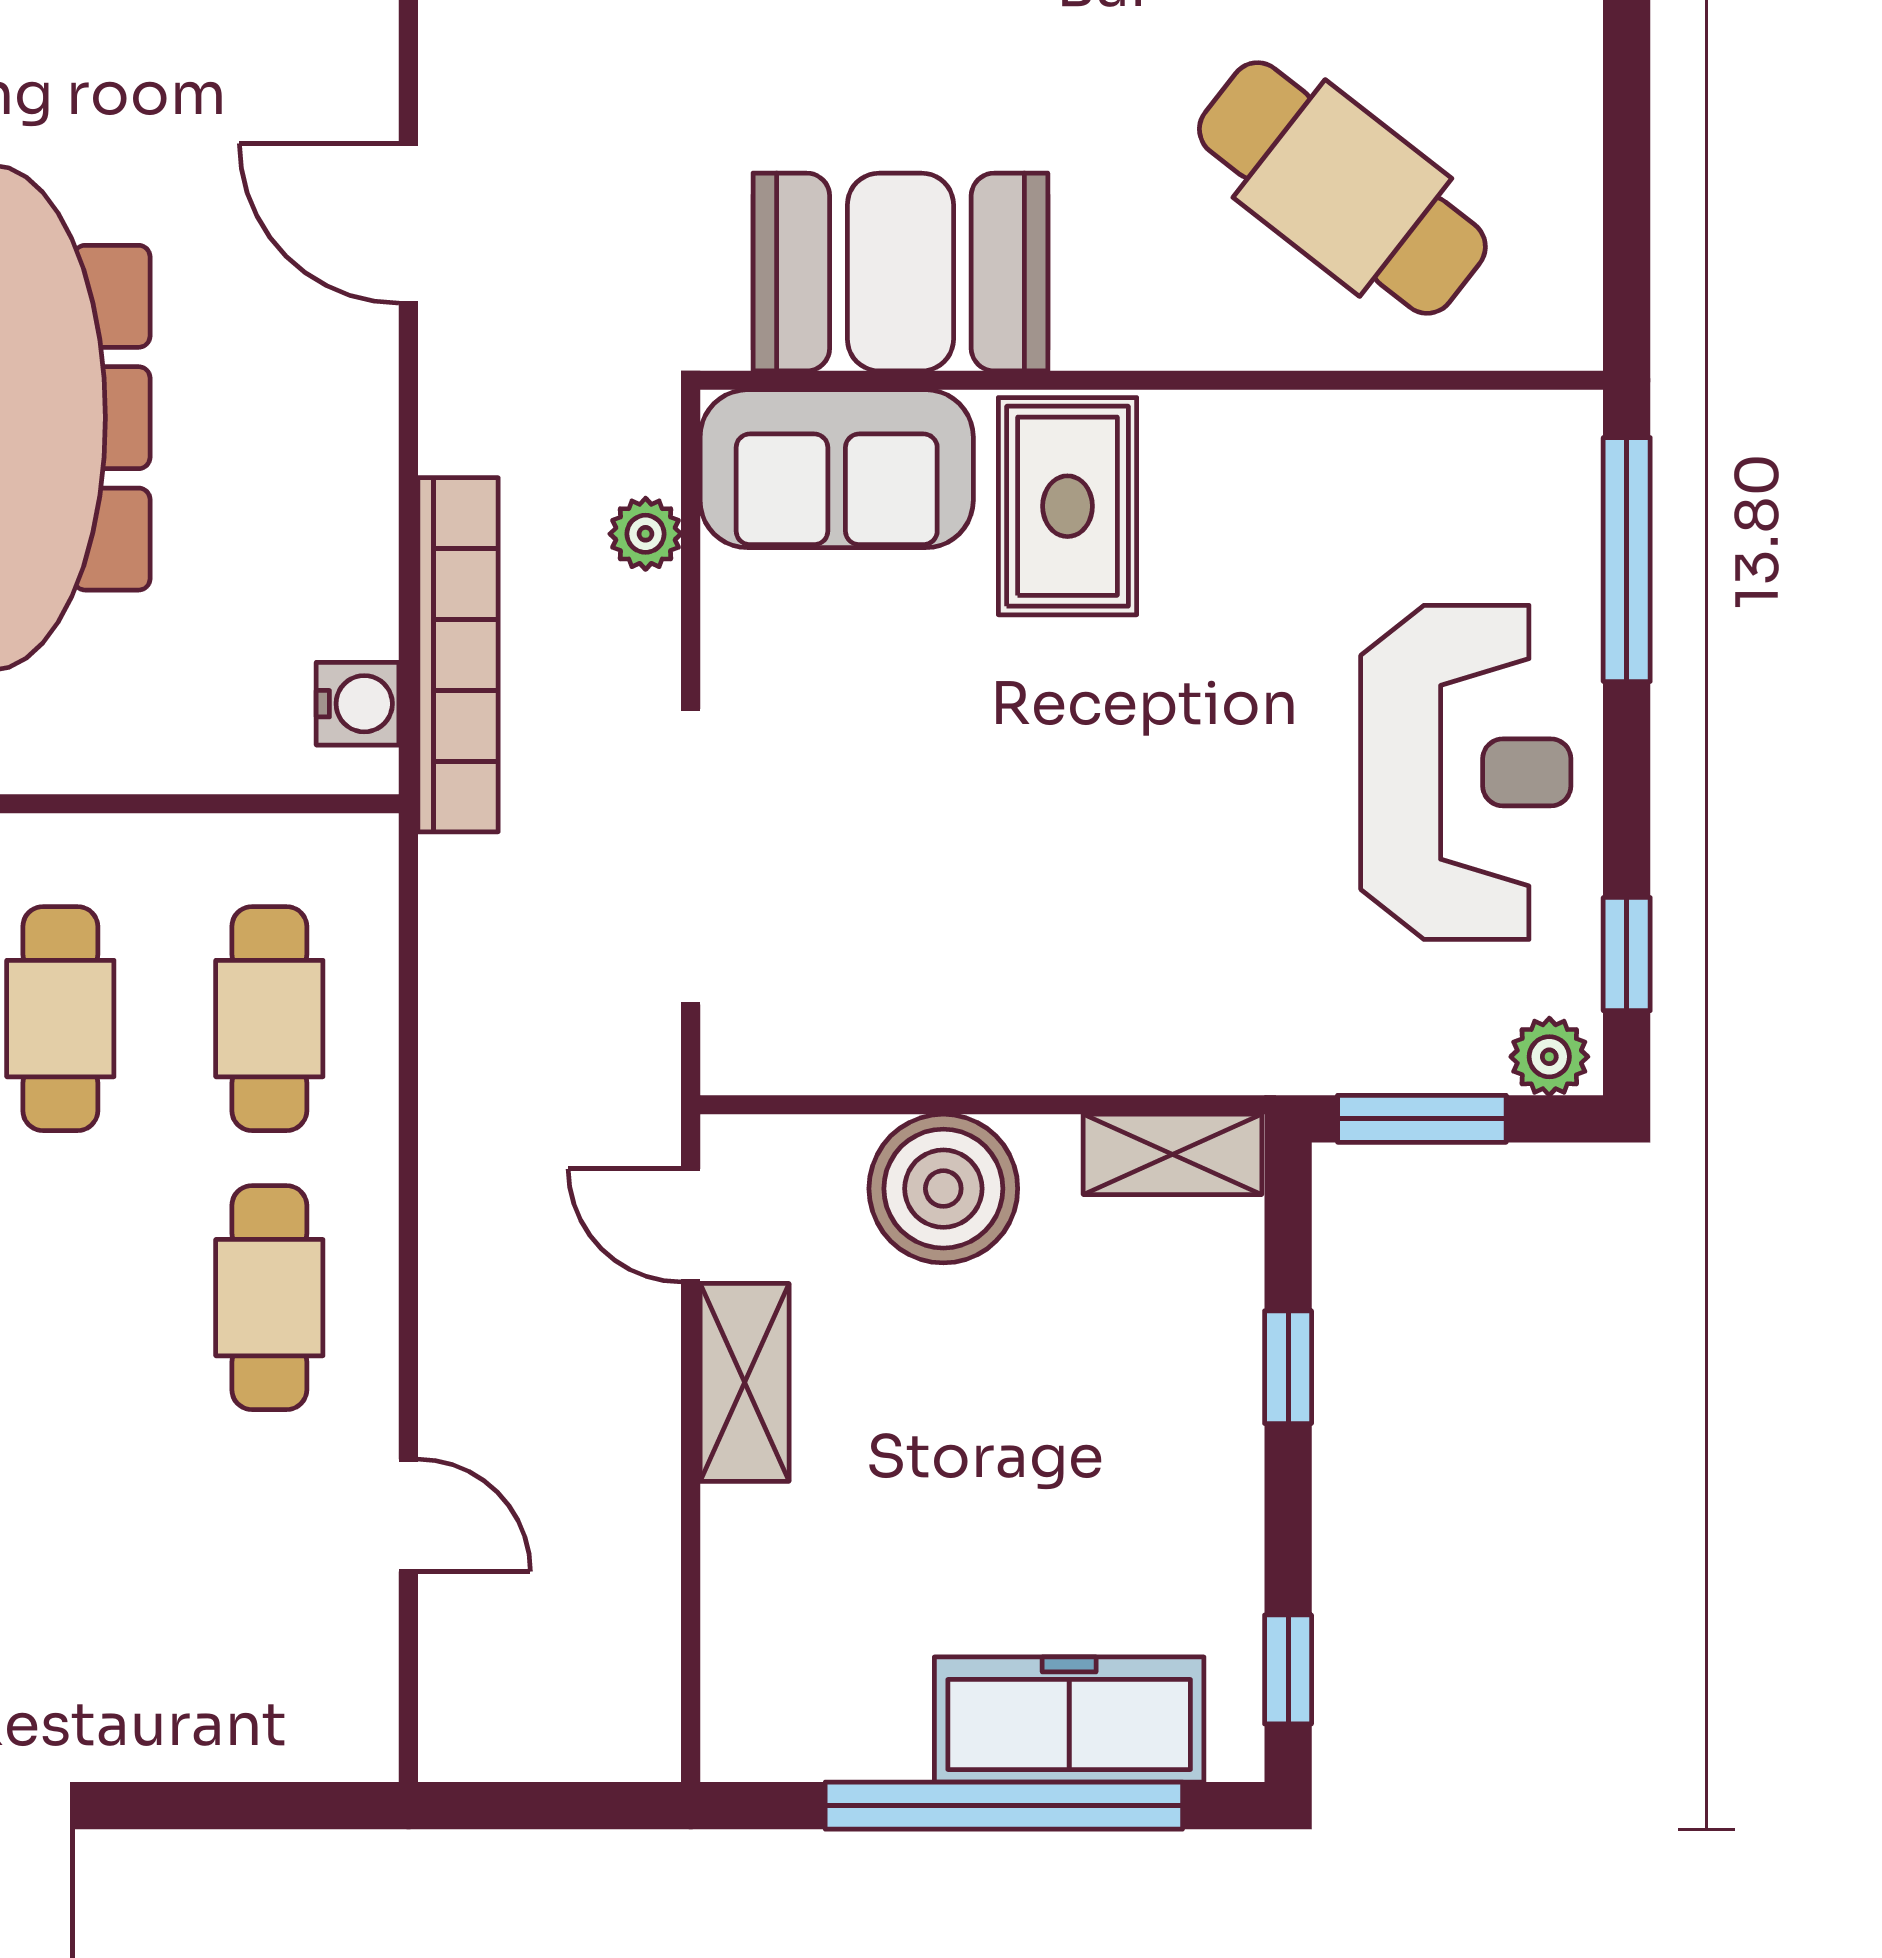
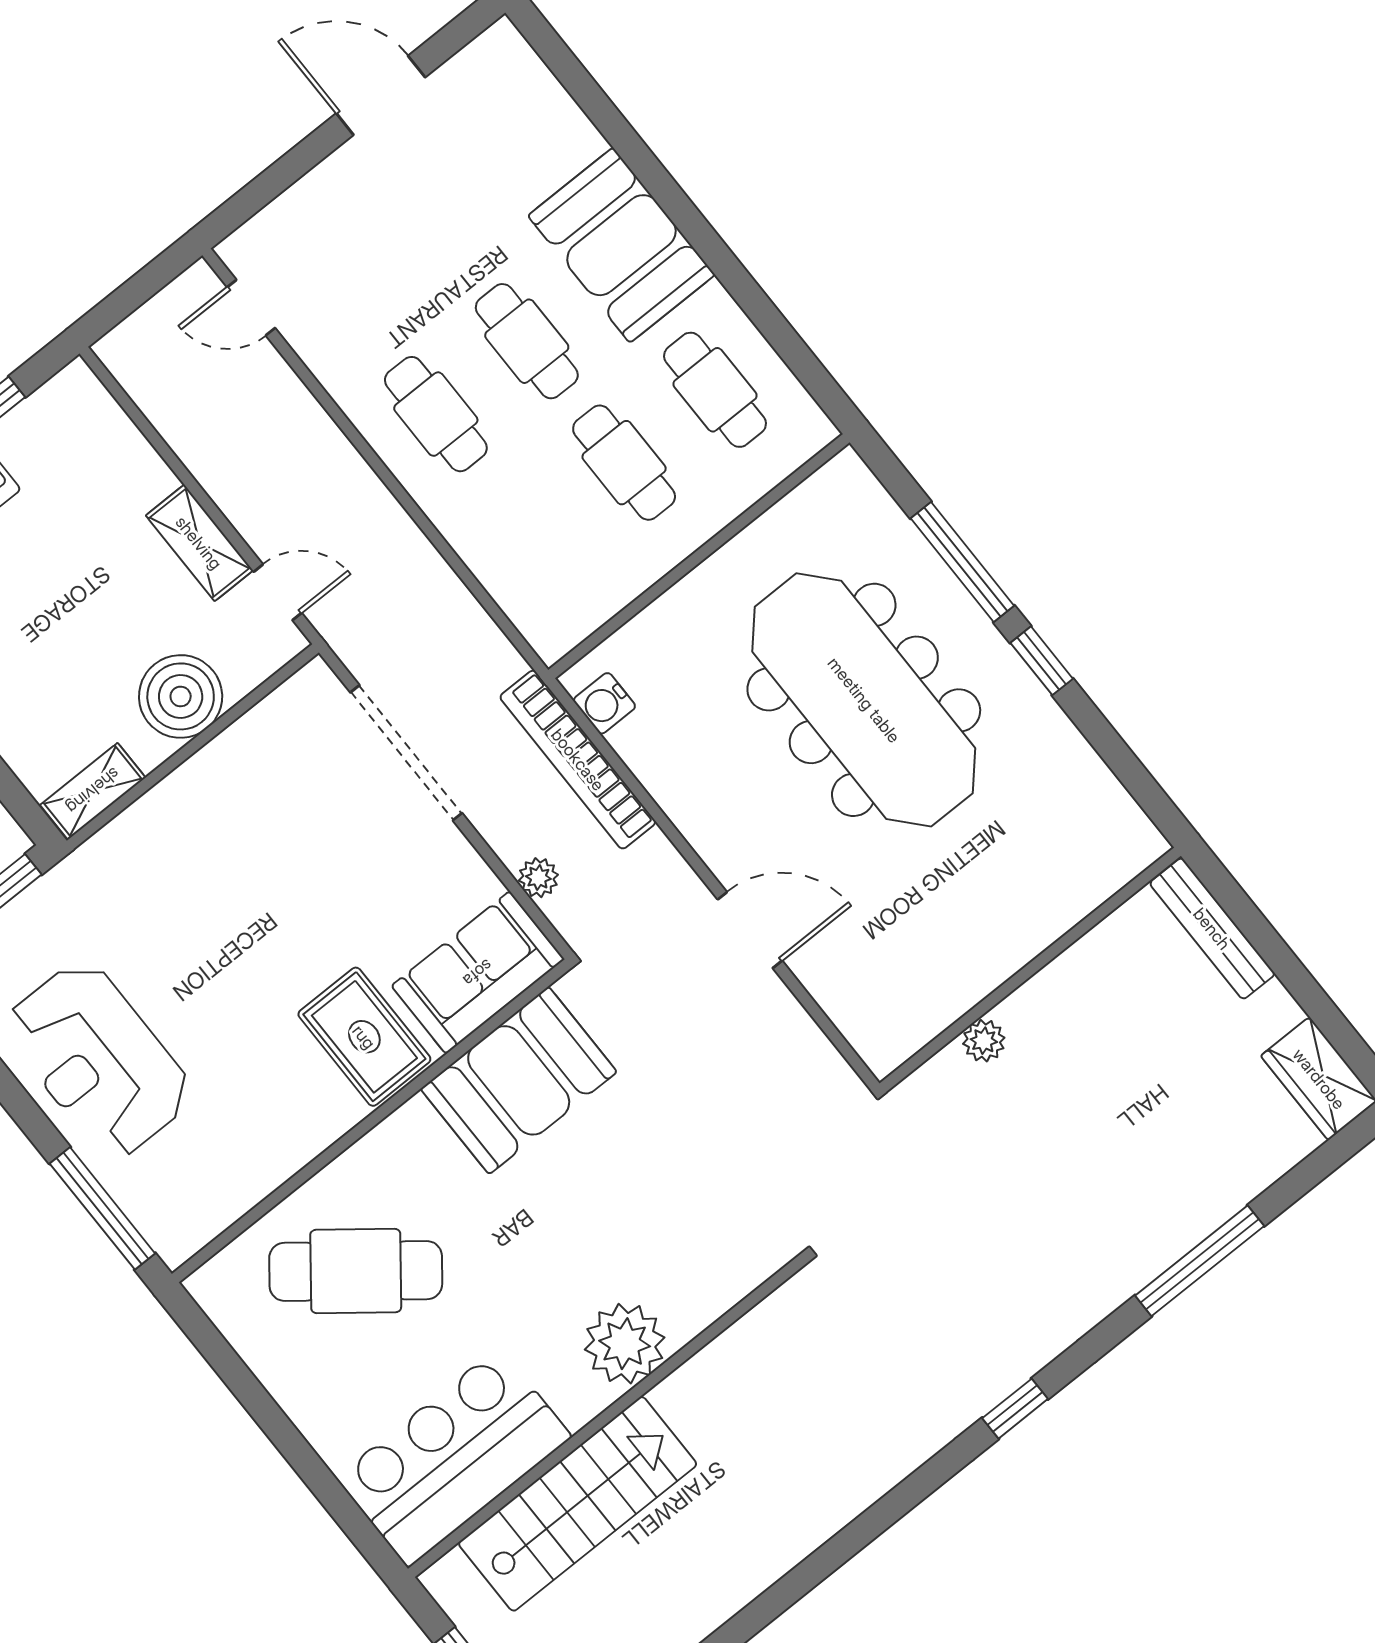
cafe table: (269, 1019) -> (527, 341), moved
door: (408, 1515) -> (251, 308), moved

